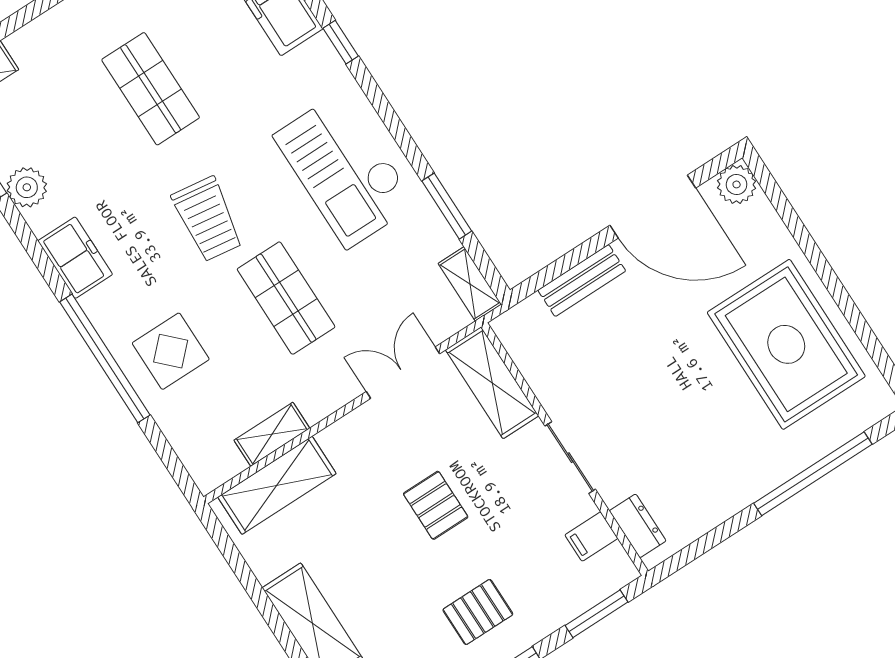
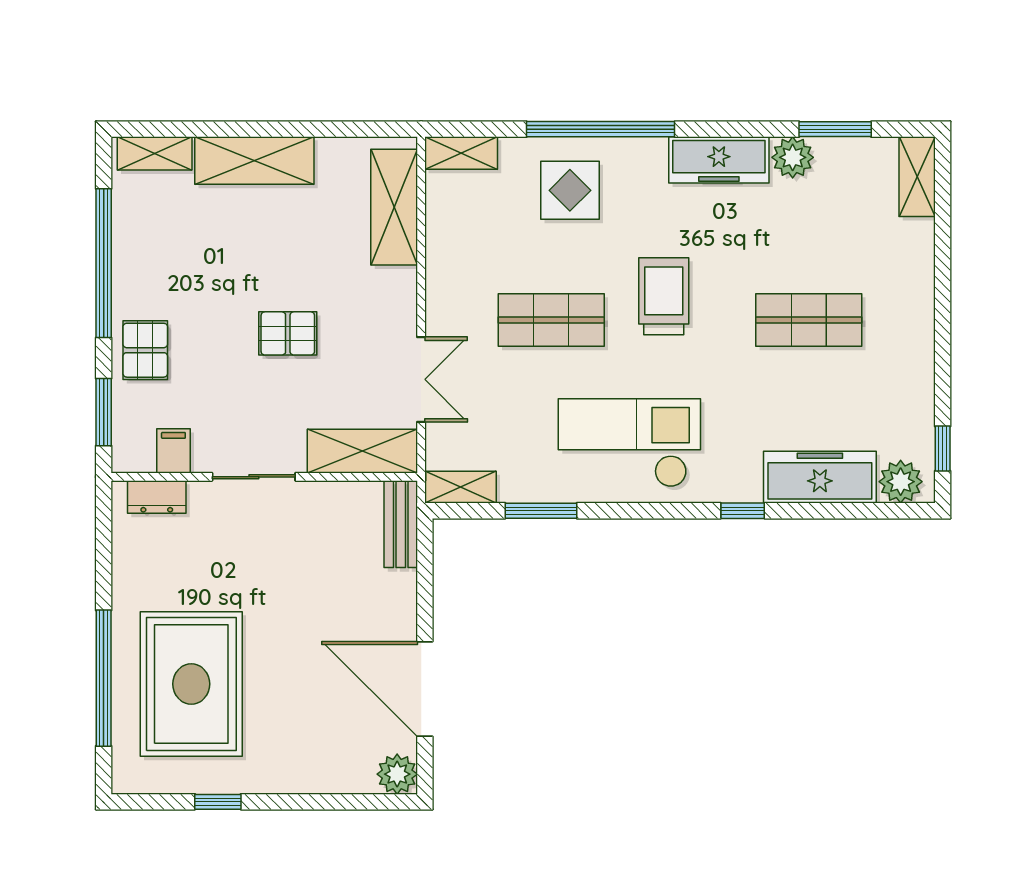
door: (653, 207) -> (425, 689), hinge flipped
trolley: (208, 219) -> (664, 296), turned 82
freezer: (75, 258) -> (719, 160), width x1.40
bench: (582, 281) -> (401, 524), moved
window: (853, 316) -> (218, 802), added
rug: (786, 344) -> (191, 684), moved, turned 90
shelving: (272, 434) -> (461, 153), moved, turned 90
pallet: (478, 612) -> (145, 350), moved

